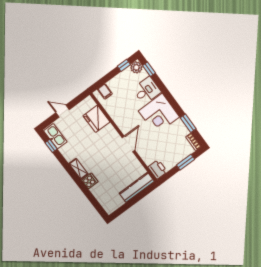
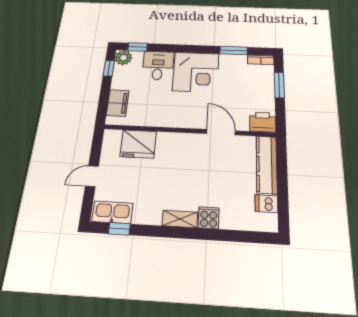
filing cabinet: (105, 91) -> (118, 103), width x2.00
door: (128, 144) -> (221, 132), moved
dishwasher: (118, 201) -> (266, 204), added

